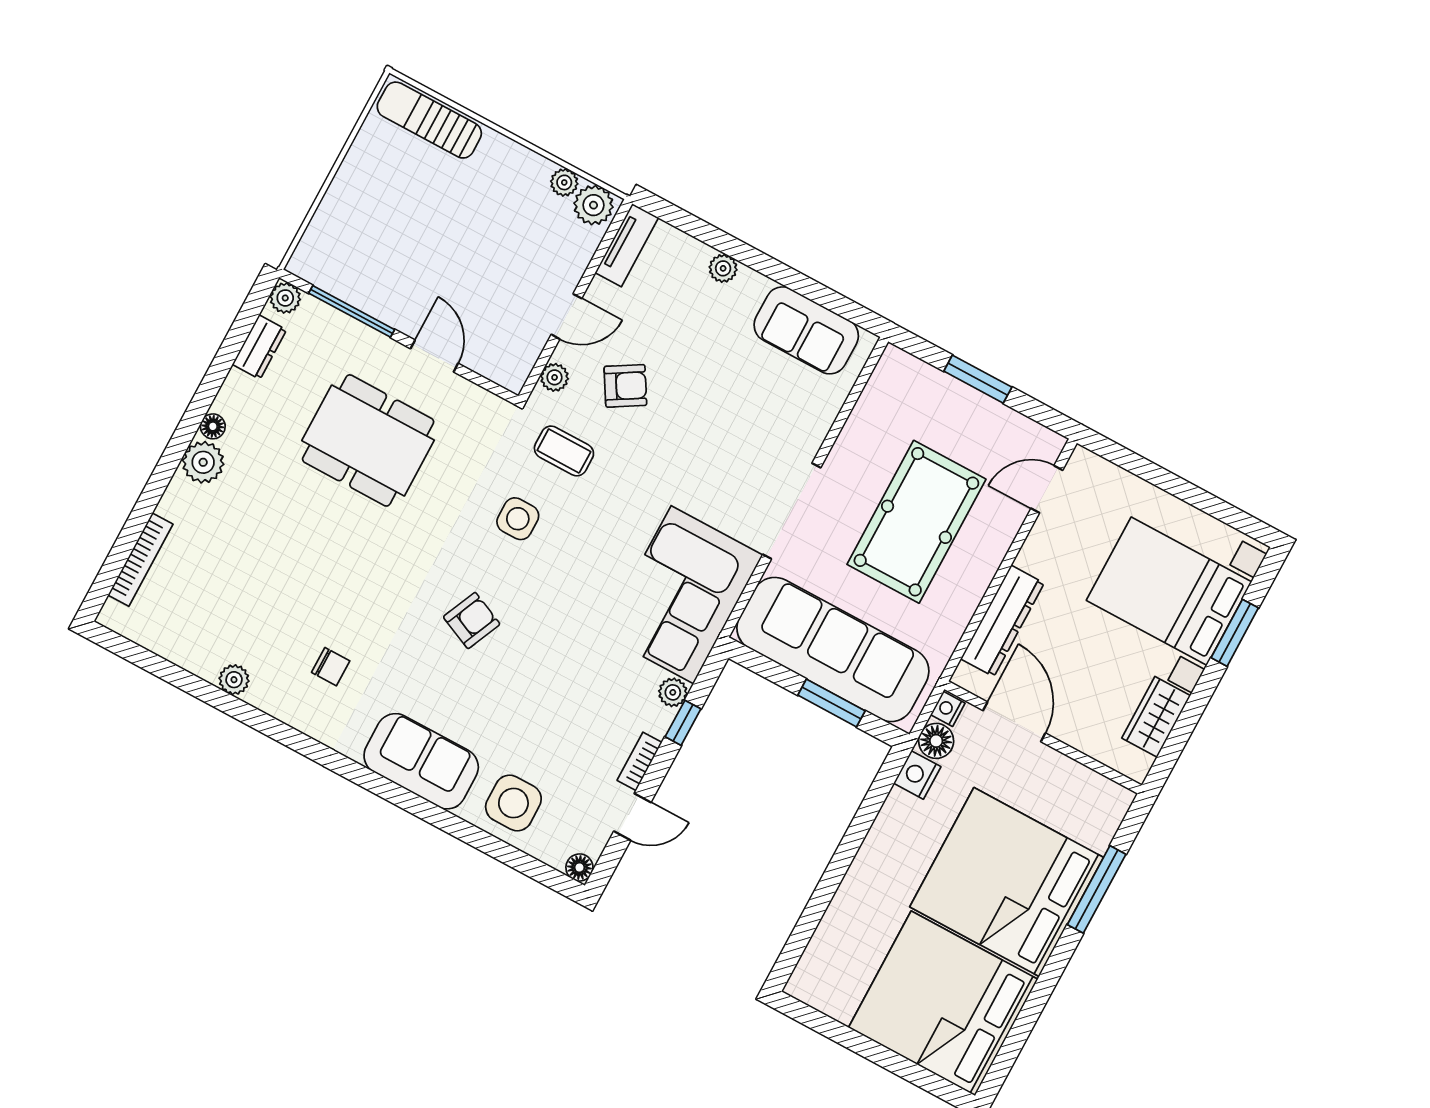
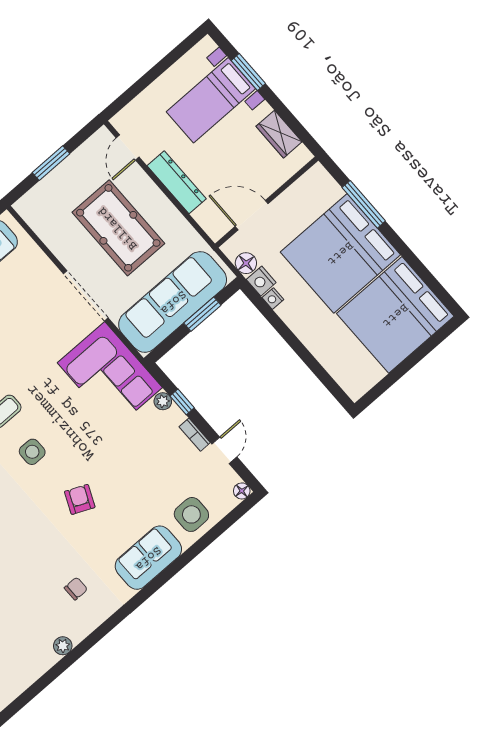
bed with nightstands: (1169, 591) -> (211, 100), width x0.73
dresser: (1002, 621) -> (177, 182), moved
nightstand: (948, 709) -> (273, 299), moved

